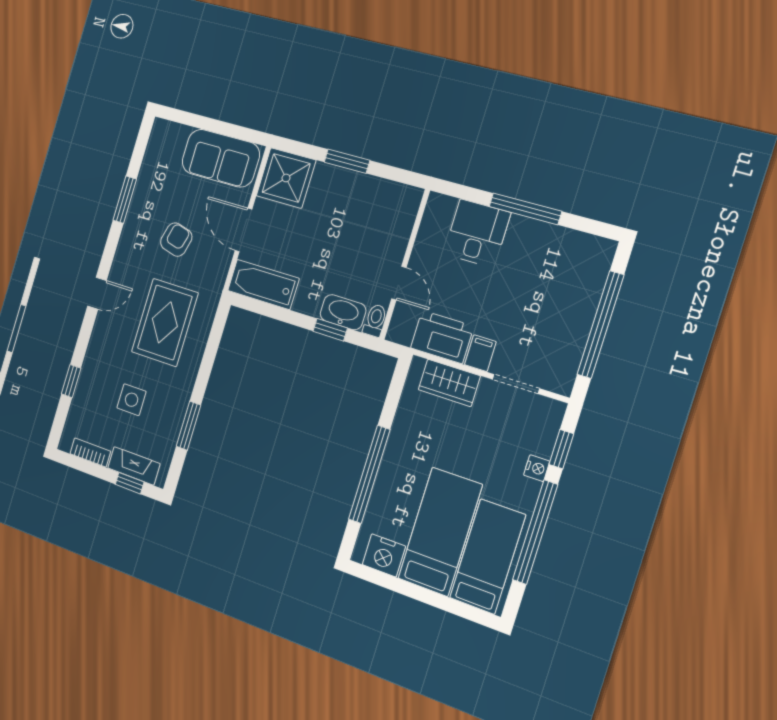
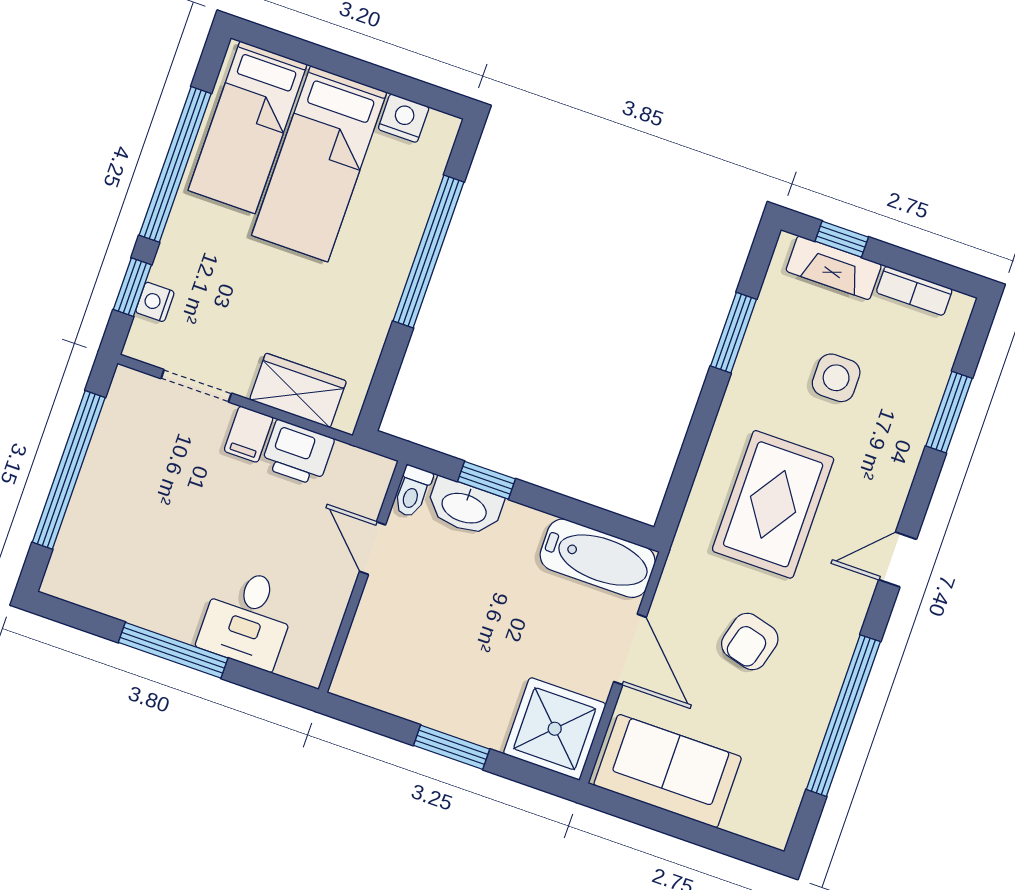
window: (125, 200) -> (843, 716), width x2.11
printer: (442, 337) -> (298, 453), width x0.73, depth x0.84
window: (71, 381) -> (949, 412), width x1.50
nightstand: (537, 468) -> (155, 302), moved
nightstand: (384, 555) -> (404, 118), width x0.74, depth x0.75

